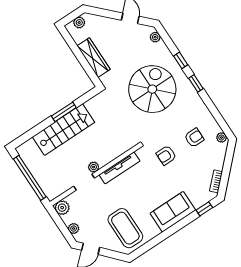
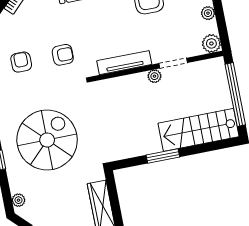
spiral stairs: (152, 89) -> (47, 140), turned 180
stairs: (64, 130) -> (199, 130), moved
armchair: (194, 138) -> (21, 62), turned 90

